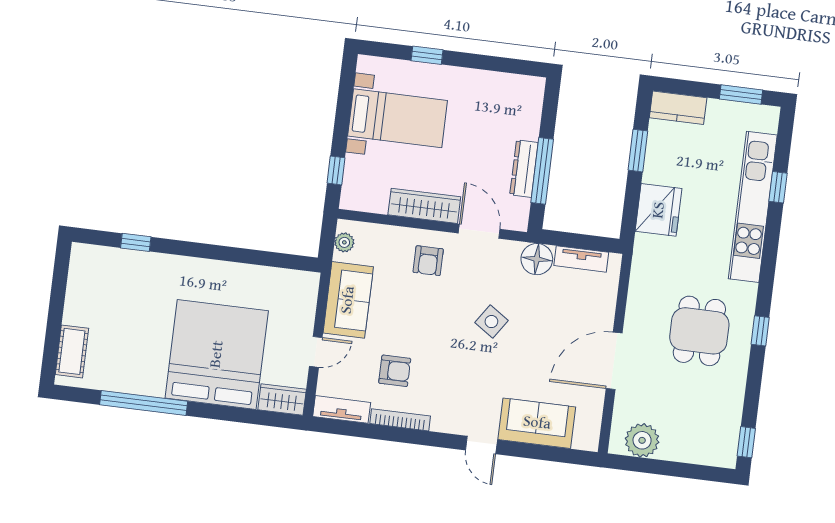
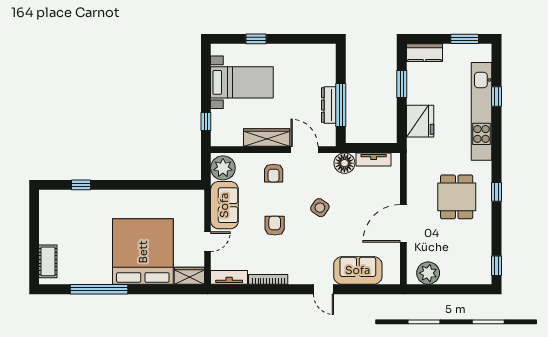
plant: (344, 242) -> (223, 168), width x1.88, depth x1.88
armchair: (395, 371) -> (275, 226), moved, turned -90

